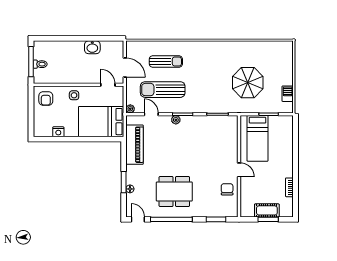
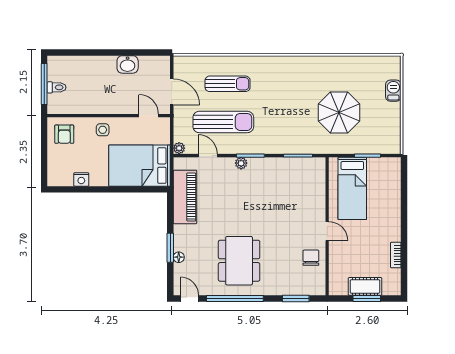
sun lounger: (163, 90) -> (223, 122), turned 180
barbecue: (288, 94) -> (393, 91), moved
dining table: (174, 192) -> (239, 261), turned 90

